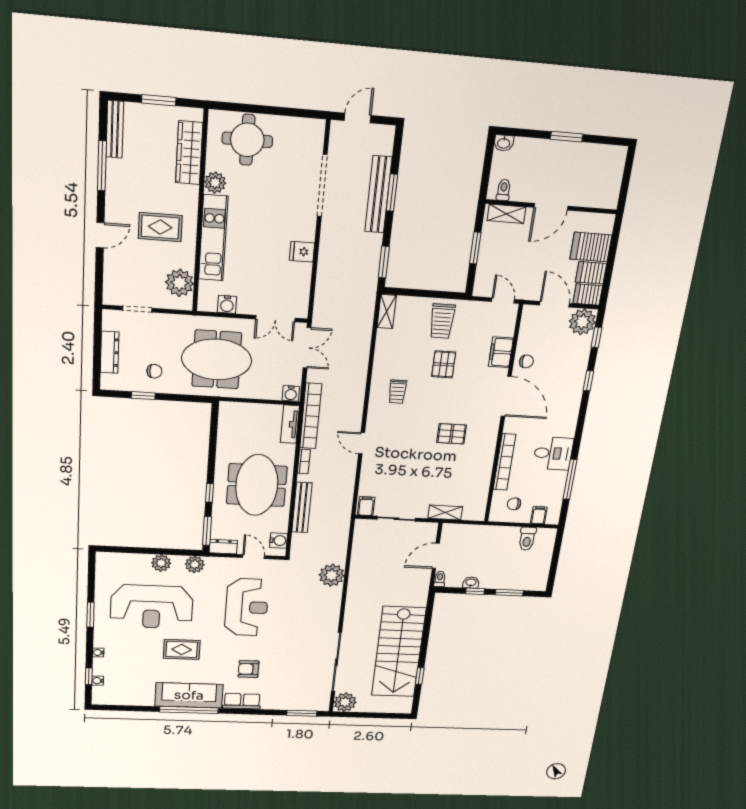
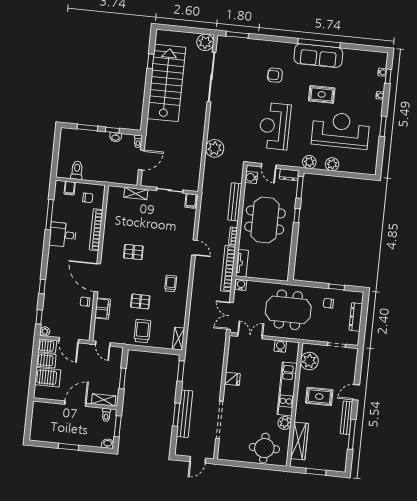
bench: (115, 129) -> (346, 418), moved
window: (486, 172) -> (118, 426), added
plant: (582, 322) -> (45, 331), width x0.53, depth x0.53
pallet: (444, 364) -> (140, 301), turned 90
armchair: (248, 669) -> (275, 75), turned 180
row of seats: (242, 701) -> (281, 48), removed

